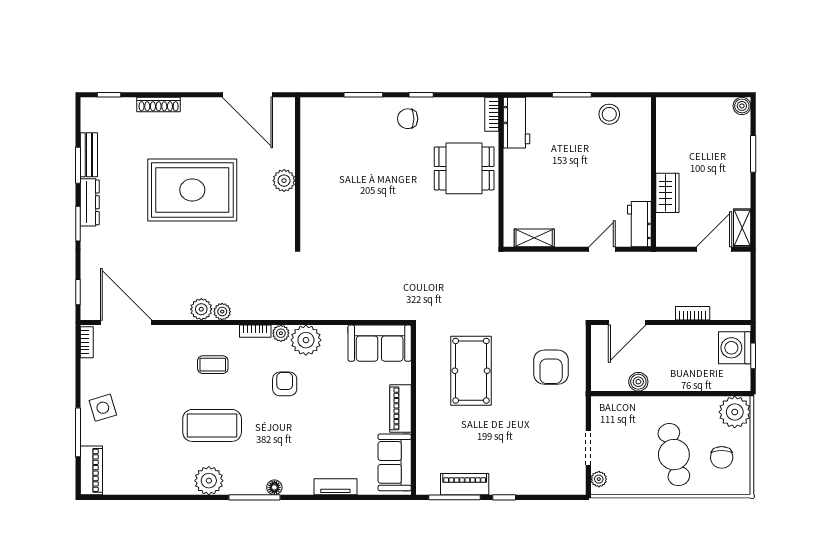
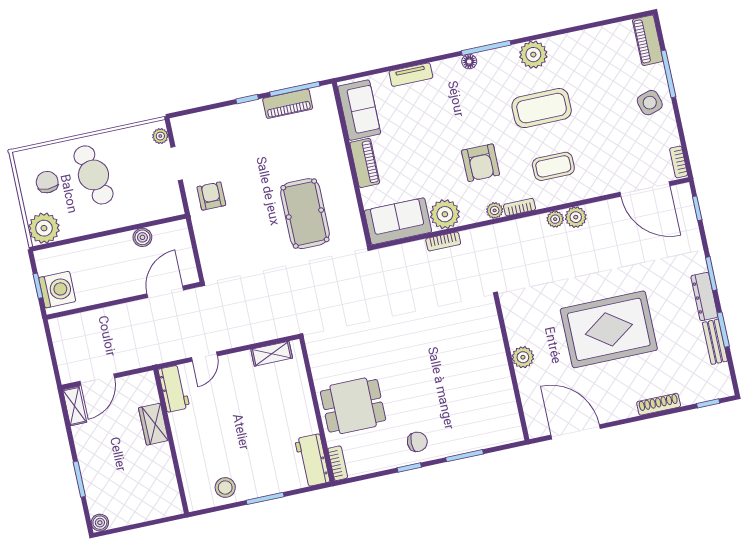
bookcase: (693, 313) -> (443, 241), moved
plant: (306, 340) -> (445, 214), moved
coffee table: (213, 365) -> (553, 166), width x1.36, depth x1.30
armchair: (551, 367) -> (211, 196), moved, width x0.72, depth x0.72
armchair: (285, 384) -> (481, 163), width x1.38, depth x1.38

